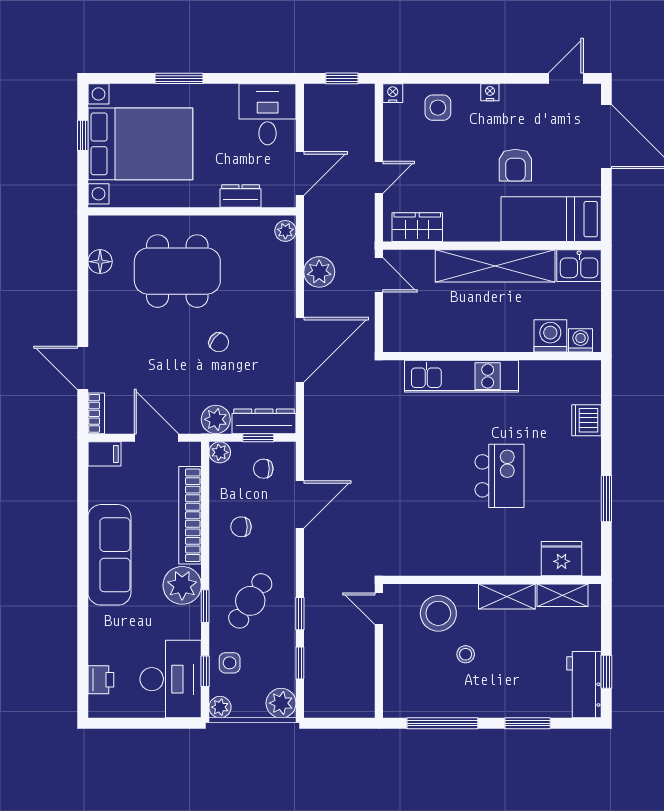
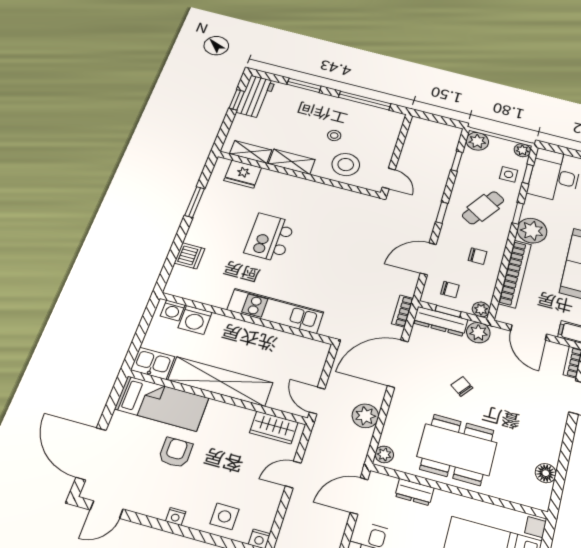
dining table: (177, 271) -> (457, 450), moved
bookcase: (312, 422) -> (402, 311), added
window: (300, 614) -> (442, 213), moved

